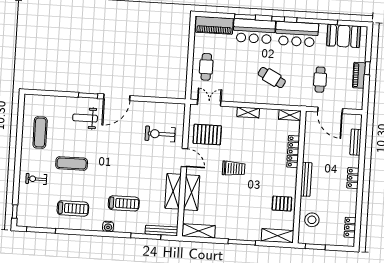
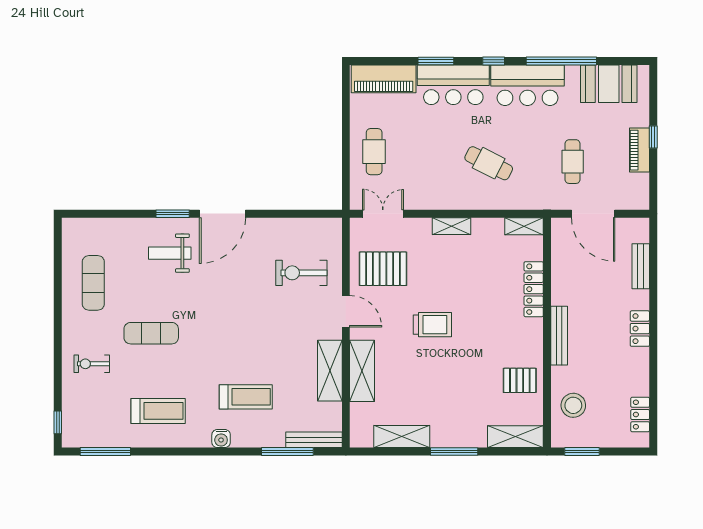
shelving: (199, 231) -> (402, 436), moved

